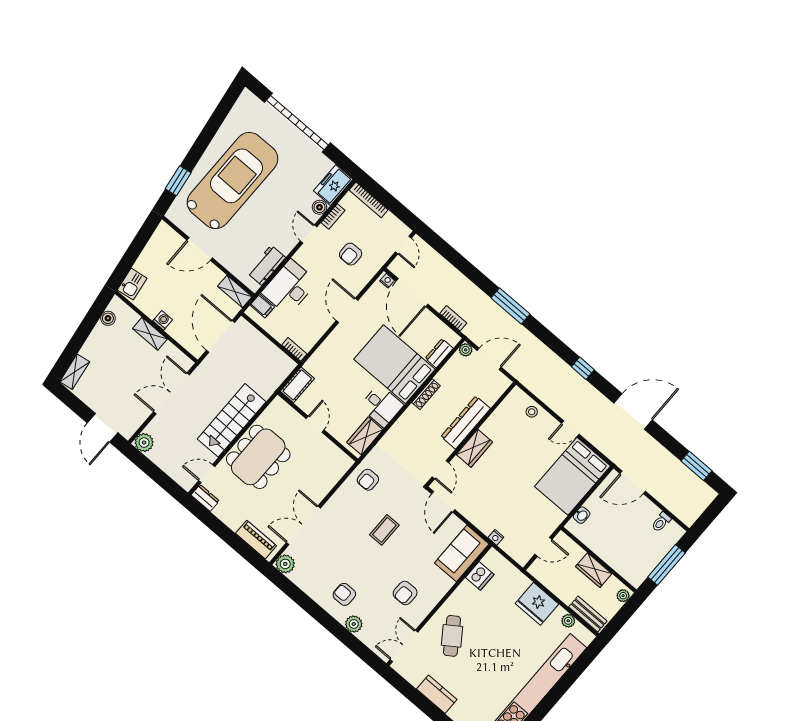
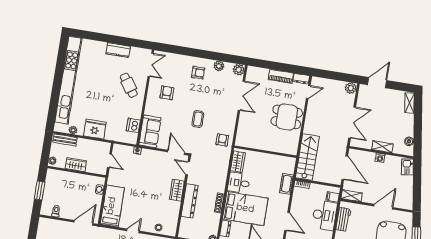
cot: (297, 385) -> (286, 184), moved
stairs: (232, 420) -> (307, 157), moved
door: (315, 424) -> (267, 152), removed
door: (102, 428) -> (377, 83), hinge flipped
dining table: (258, 457) -> (287, 117), width x0.73
bed: (572, 476) -> (112, 206), width x0.67
piano: (256, 540) -> (281, 76), moved
door: (543, 547) -> (109, 161), swing flipped
window: (667, 565) -> (40, 191), width x0.69
plant: (354, 624) -> (219, 66), moved

